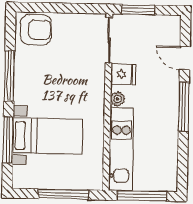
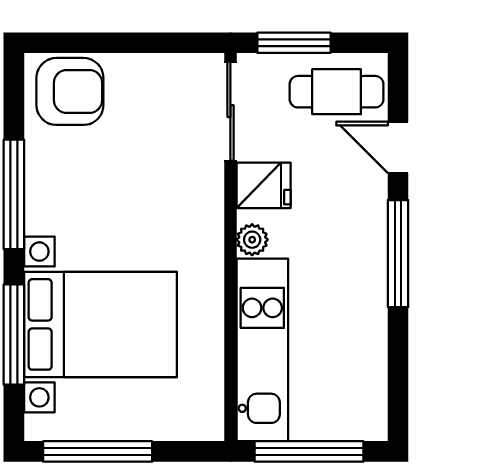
cafe table: (157, 32) -> (337, 92), added
bed with nightstands: (48, 136) -> (100, 324), width x1.36
window: (63, 194) -> (98, 451), moved

